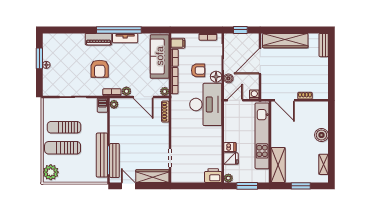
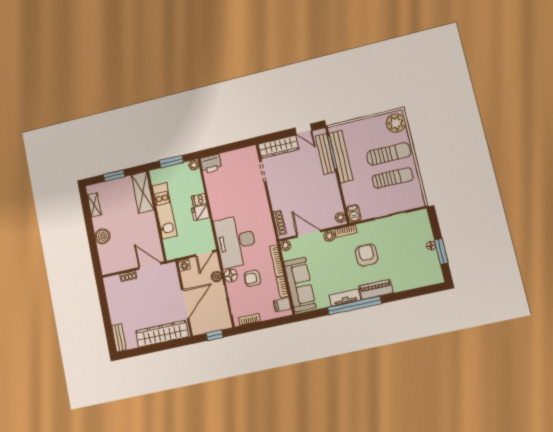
kitchen unit: (262, 136) -> (164, 211), width x0.73
fridge: (231, 159) -> (200, 213), moved

